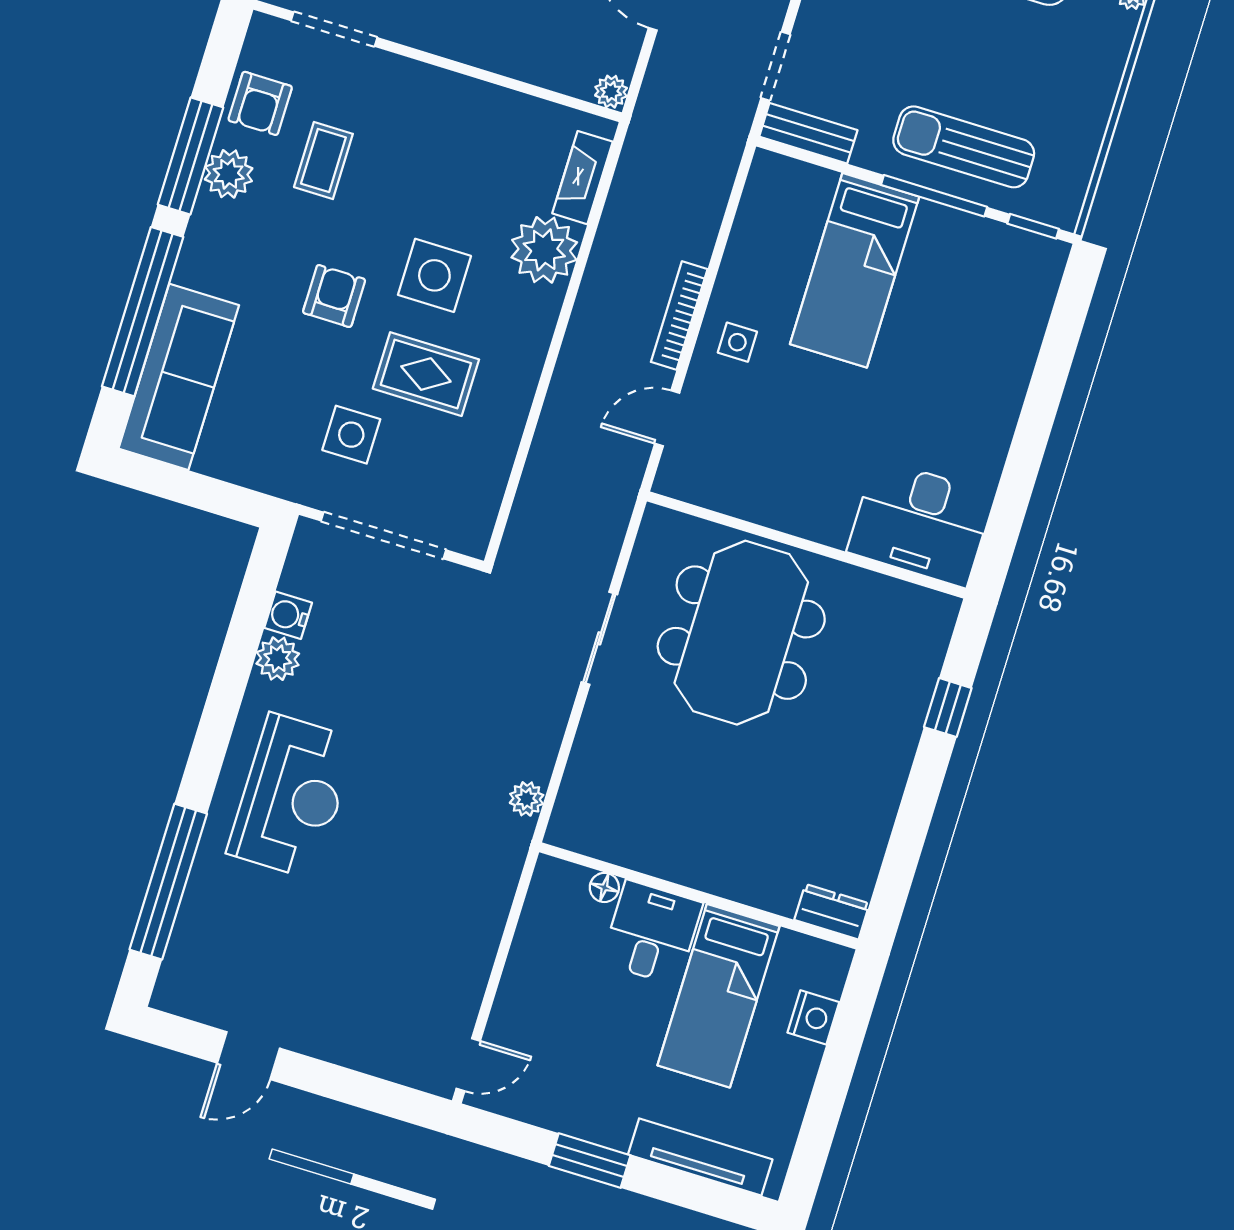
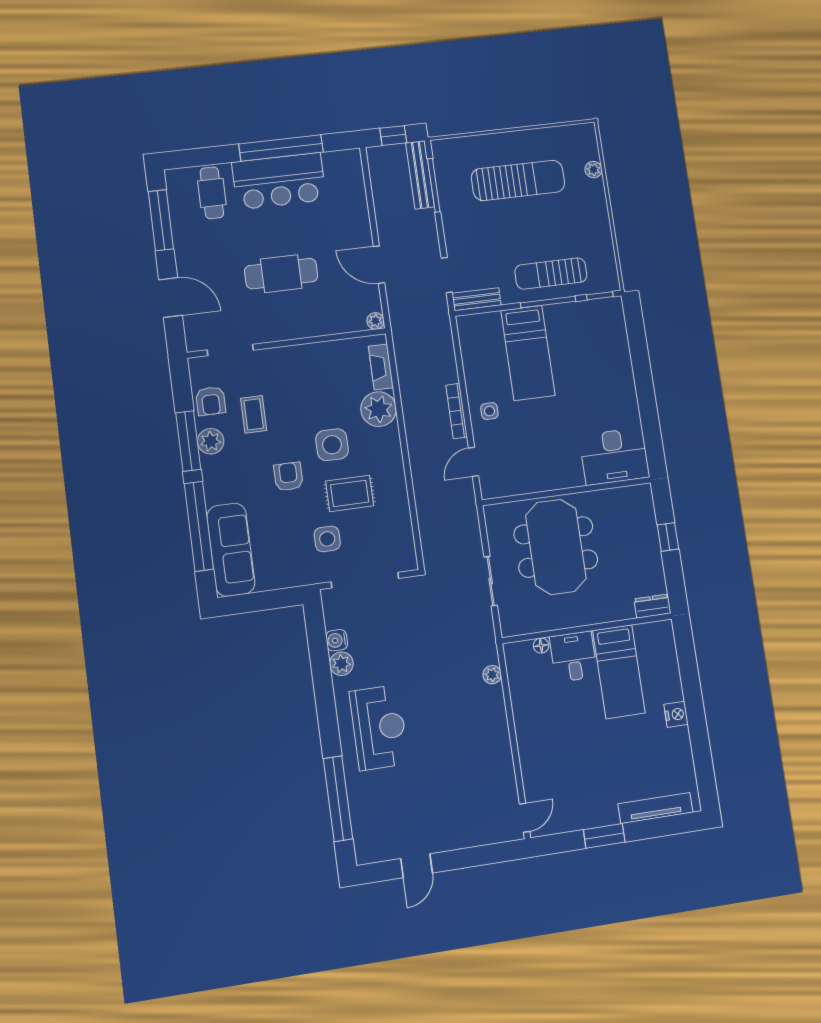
floor lamp: (604, 887) -> (541, 646), moved
wall: (699, 896) -> (587, 628), moved
dresser: (832, 912) -> (652, 606), moved
desk: (652, 933) -> (574, 657), moved
bed: (718, 996) -> (619, 672), moved

